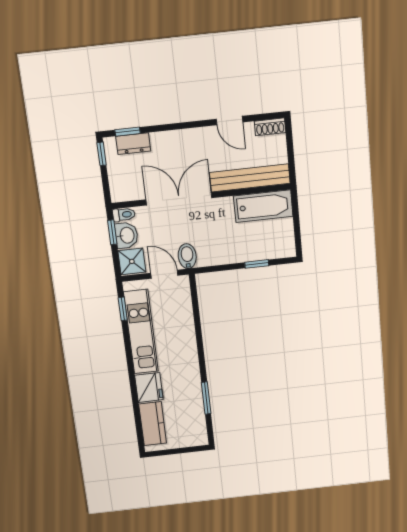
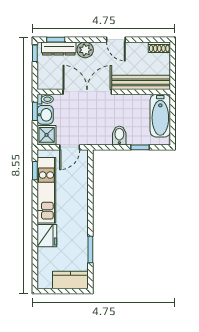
door: (229, 121) -> (116, 40), moved
plant: (169, 142) -> (85, 50), added
dresser: (133, 144) -> (59, 49), width x1.44
bathtub: (263, 206) -> (160, 116), moved, turned 90
bidet: (187, 256) -> (119, 136), moved
door: (164, 274) -> (70, 147), swing flipped
kitchen counter: (153, 424) -> (70, 280), moved, turned -90

